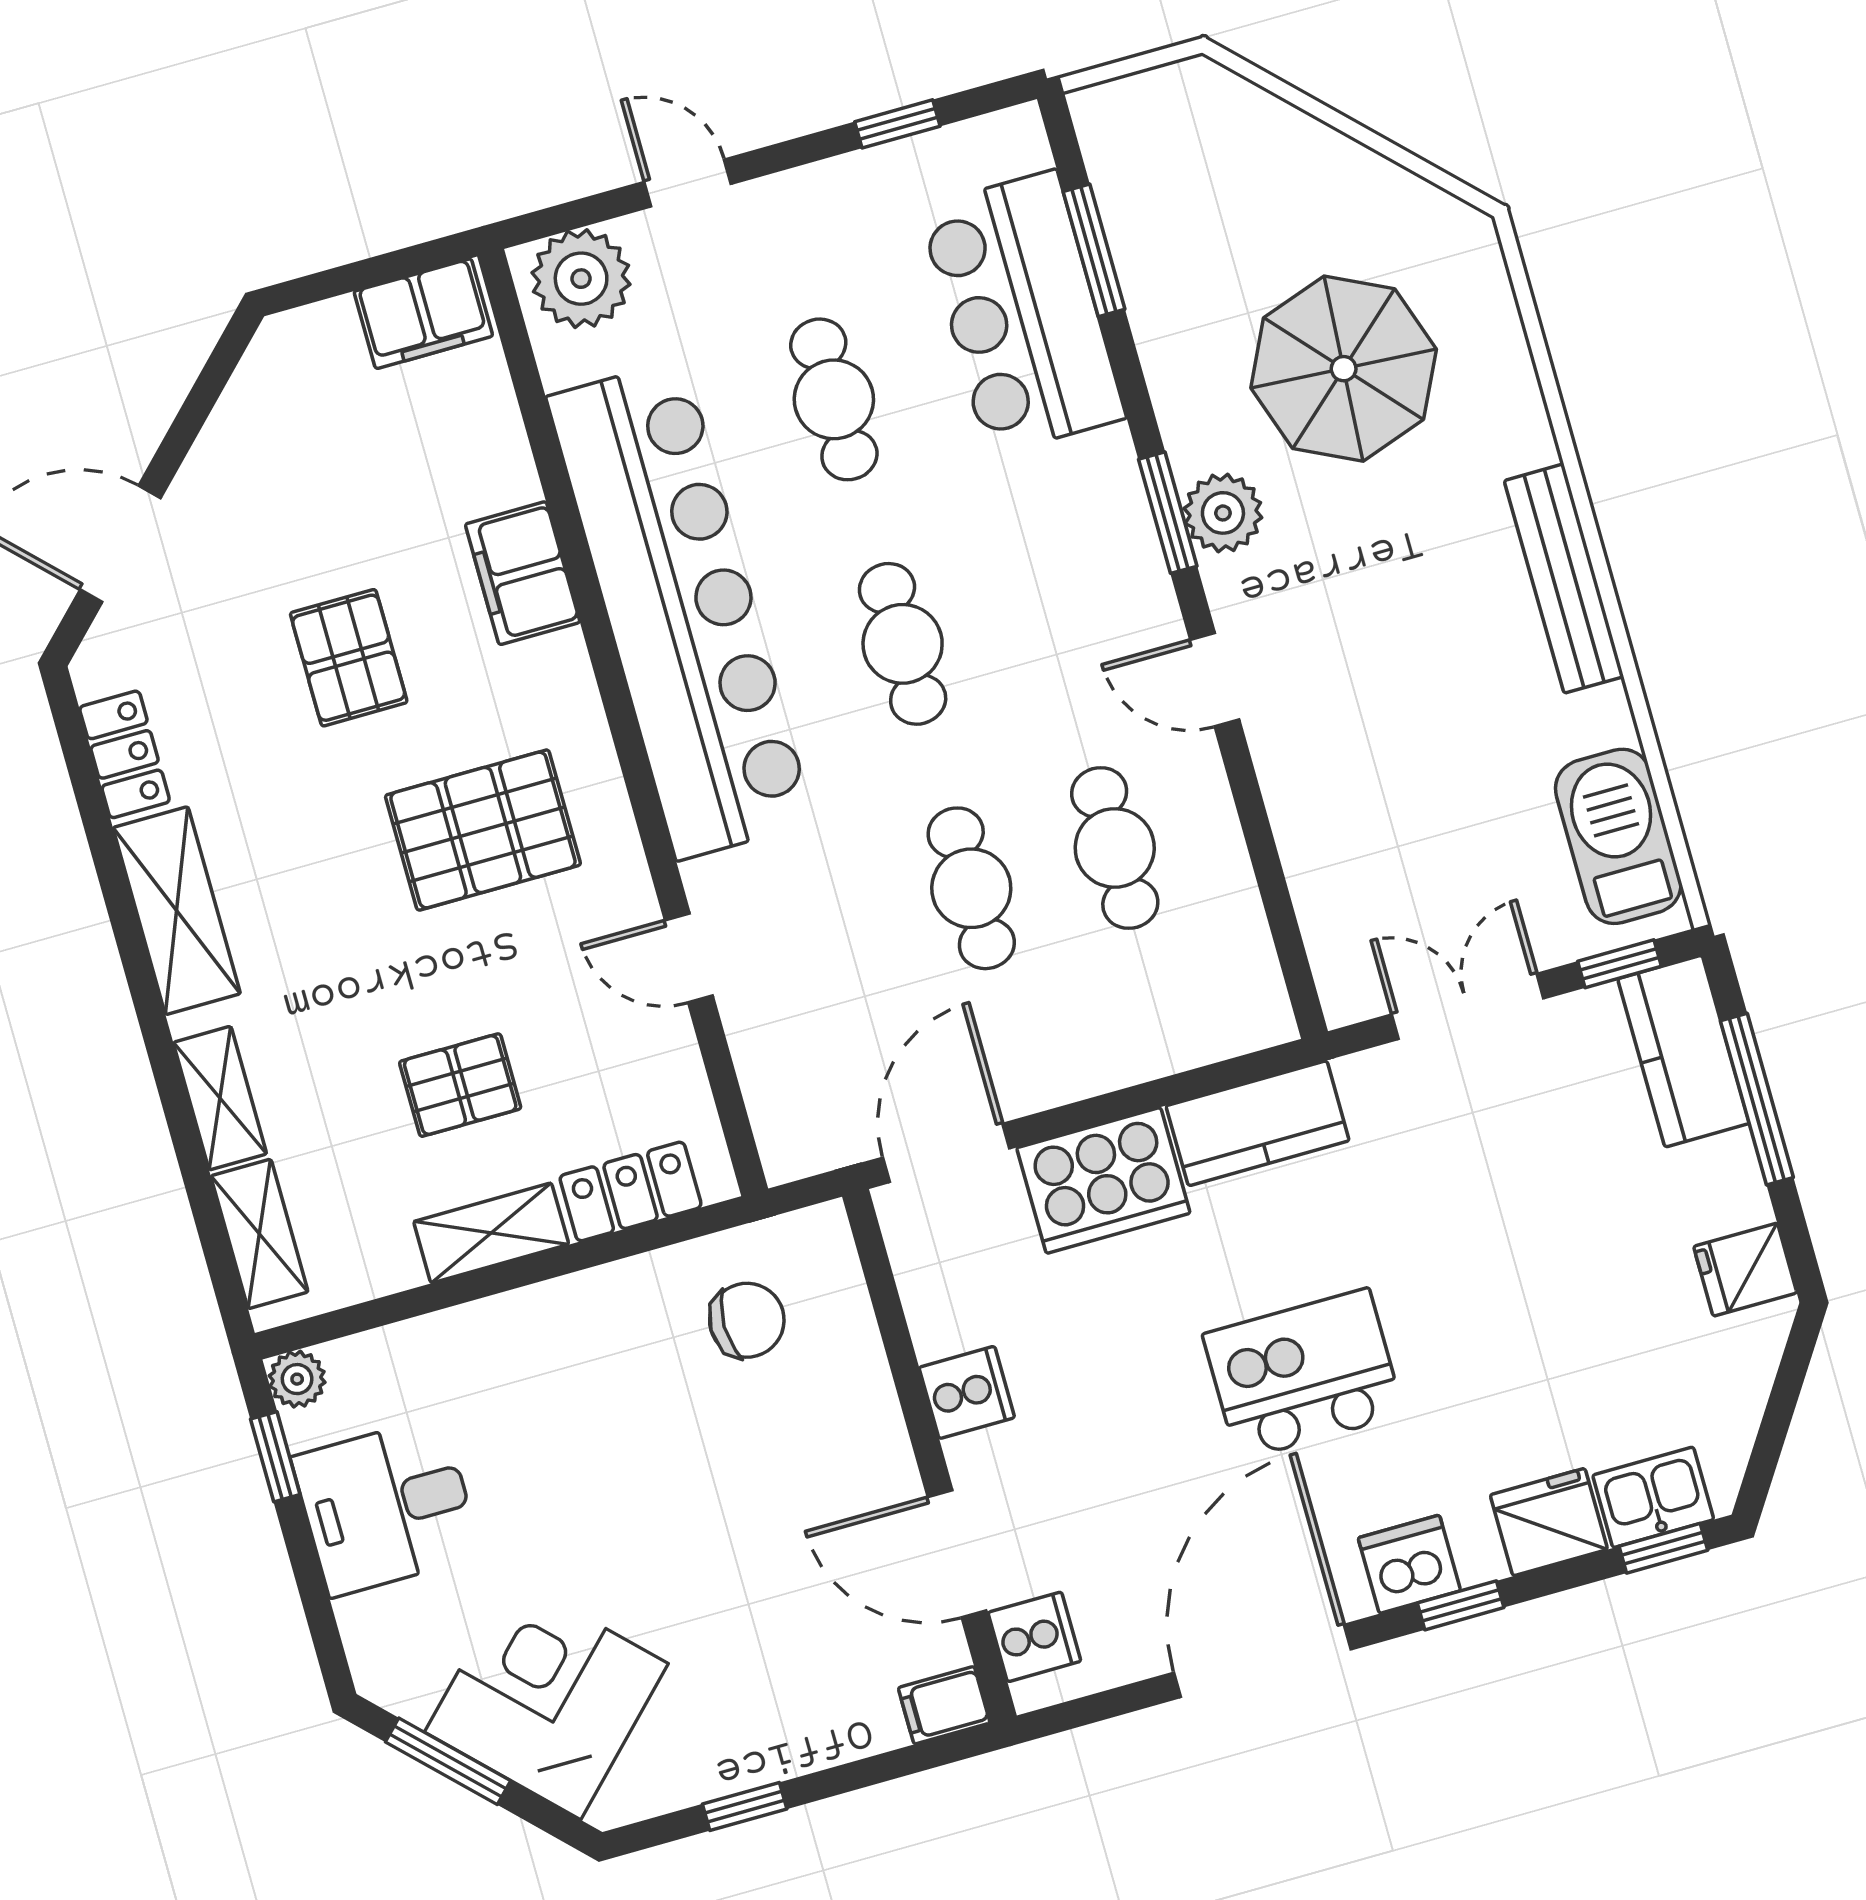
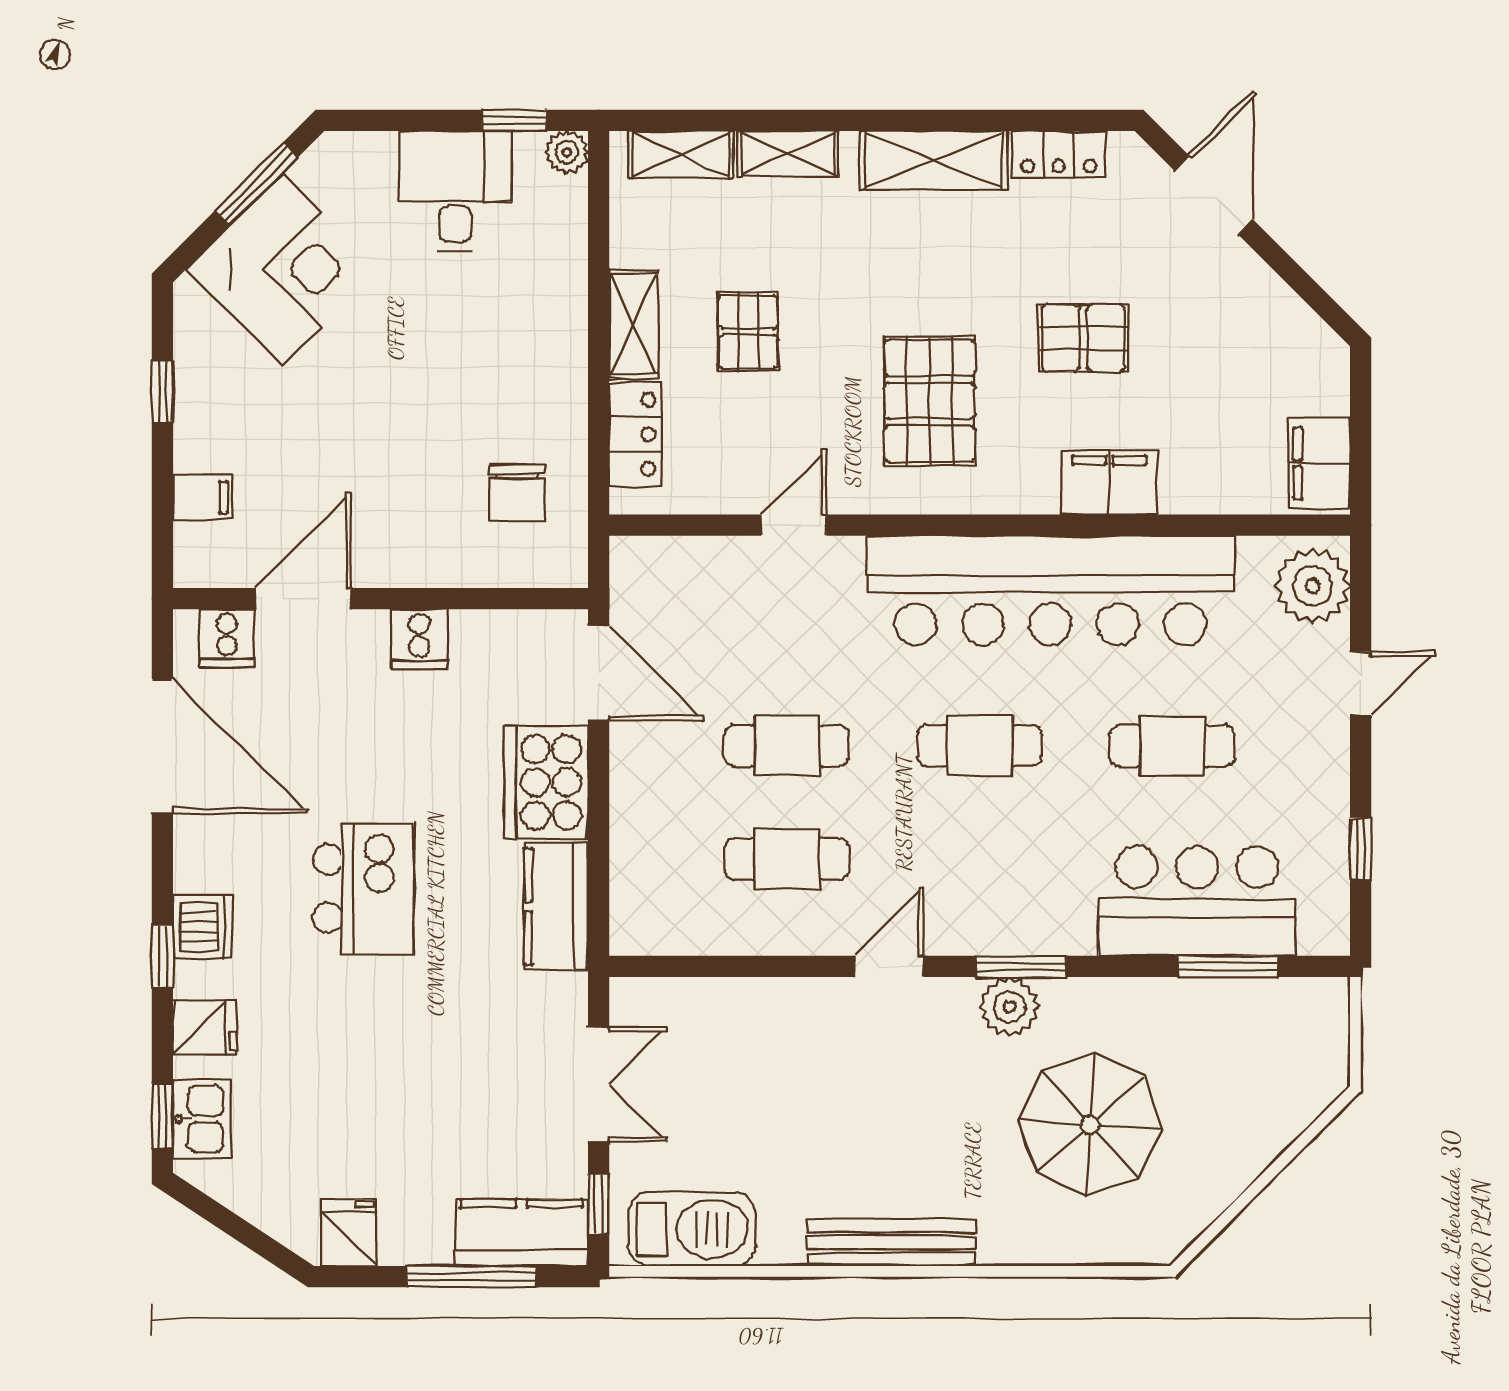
fridge: (1549, 1522) -> (205, 1027), width x0.72
door: (1263, 1661) -> (162, 746), moved
filing cabinet: (944, 1705) -> (203, 497), moved, turned 90

